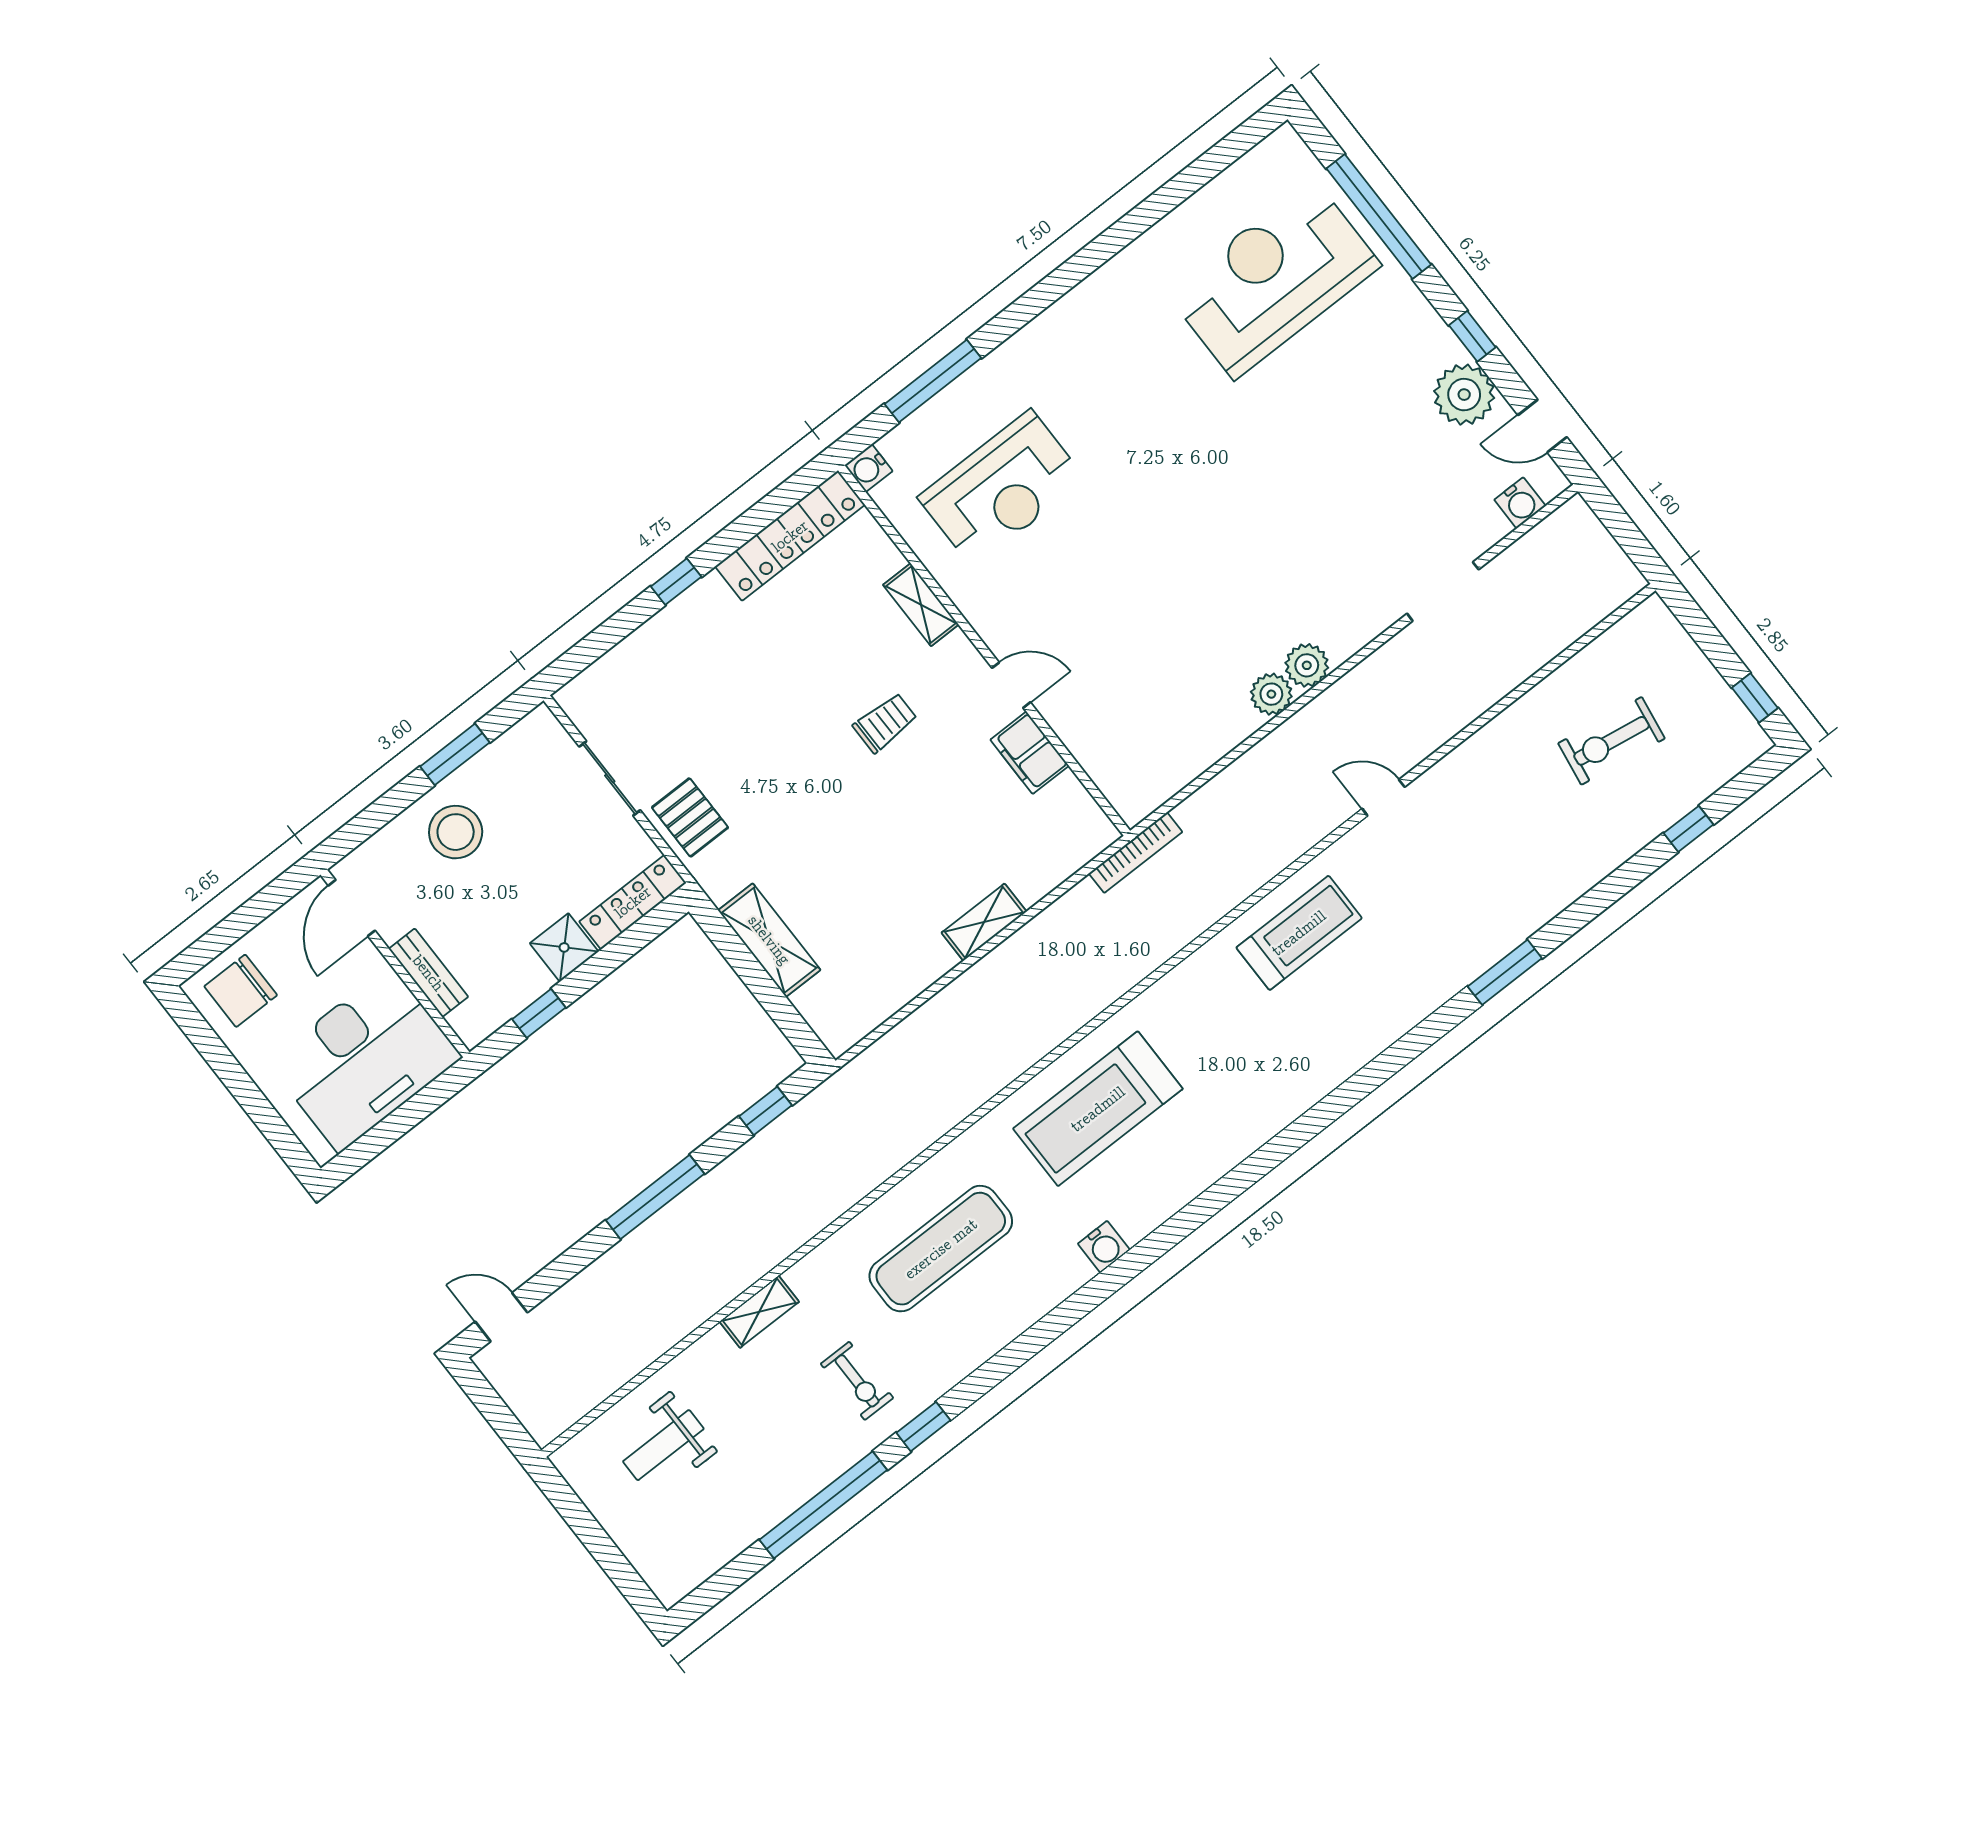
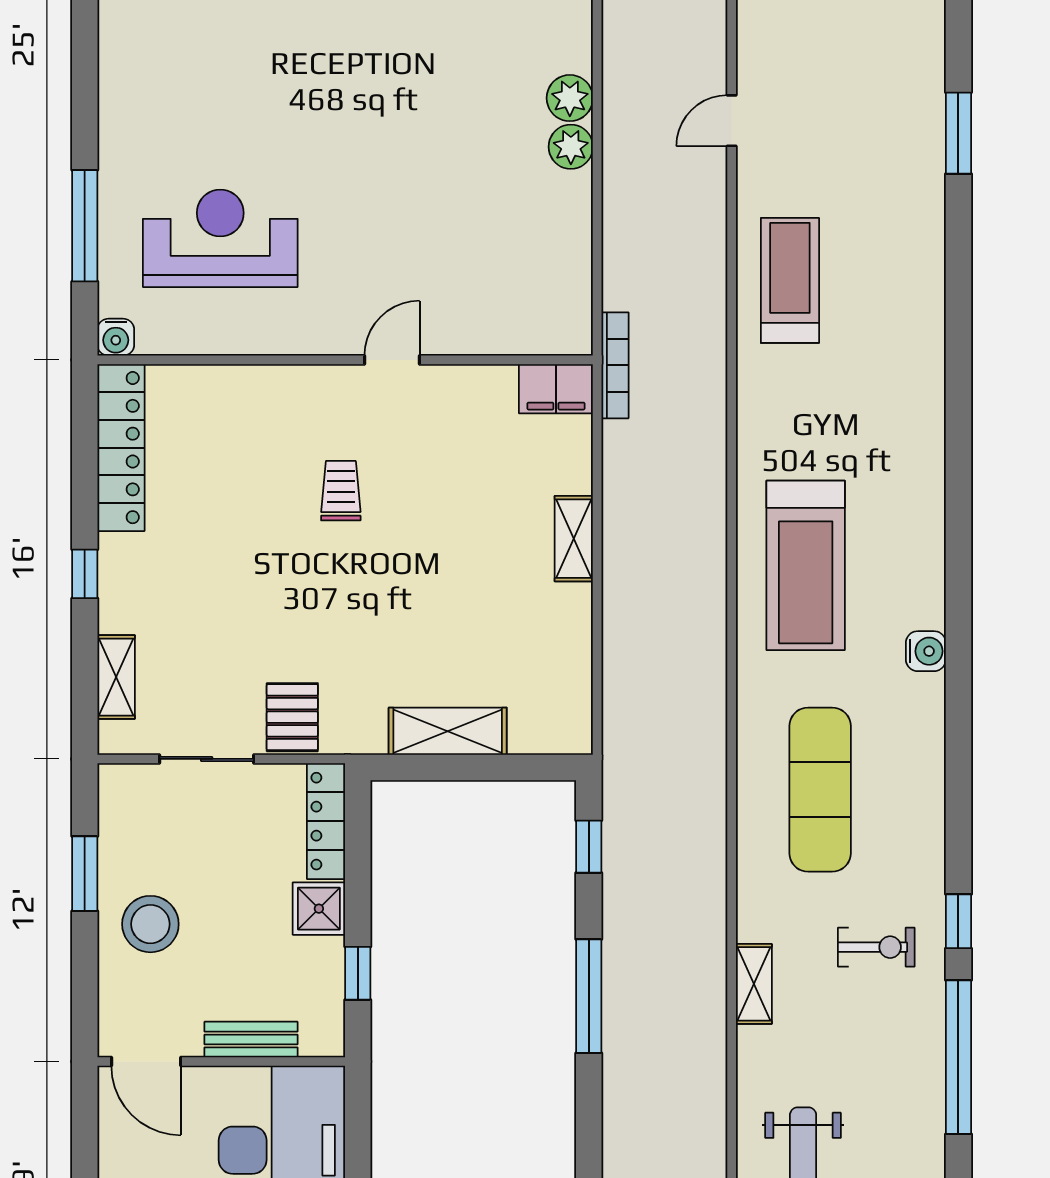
reception desk: (1002, 488) -> (220, 238), turned -90
shelving: (921, 605) -> (116, 677), moved, turned 90
filing cabinet: (1030, 753) -> (556, 389), moved
pallet: (690, 817) -> (292, 717), turned 90

